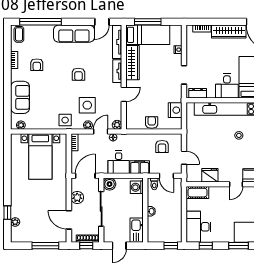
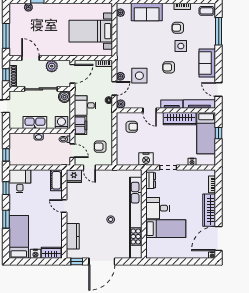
window: (41, 22) -> (219, 31), width x0.68
window: (148, 22) -> (219, 133), width x0.46
sofa: (74, 34) -> (207, 63), width x0.73
nightstand: (175, 110) -> (146, 159), moved
side table: (65, 120) -> (181, 46), moved
armchair: (152, 122) -> (132, 127), moved
door: (101, 132) -> (114, 88), hinge flipped
door: (184, 158) -> (89, 168), hinge flipped
fridge: (210, 175) -> (74, 176), moved, turned 90
door: (85, 176) -> (72, 74), hinge flipped
door: (166, 176) -> (72, 151), swing flipped
door: (236, 184) -> (64, 206), moved
door: (69, 220) -> (31, 58), hinge flipped
desk: (199, 227) -> (20, 181), width x0.73
kitchen sink: (137, 230) -> (35, 123), moved

